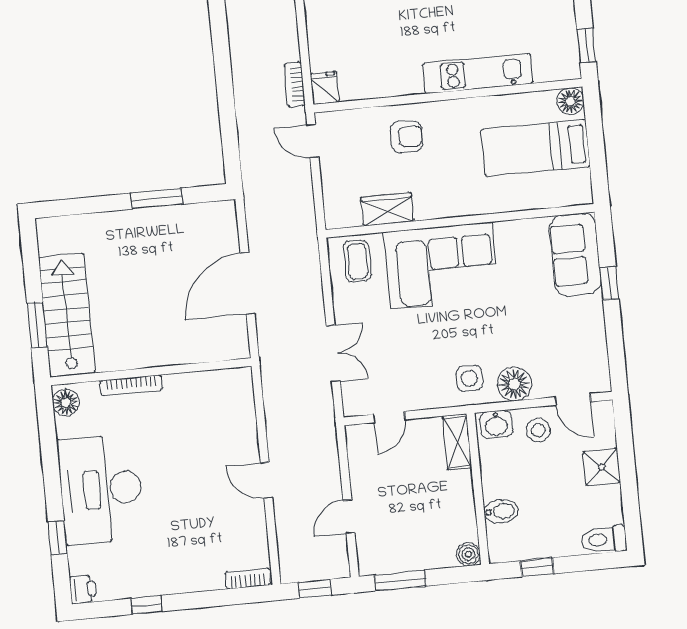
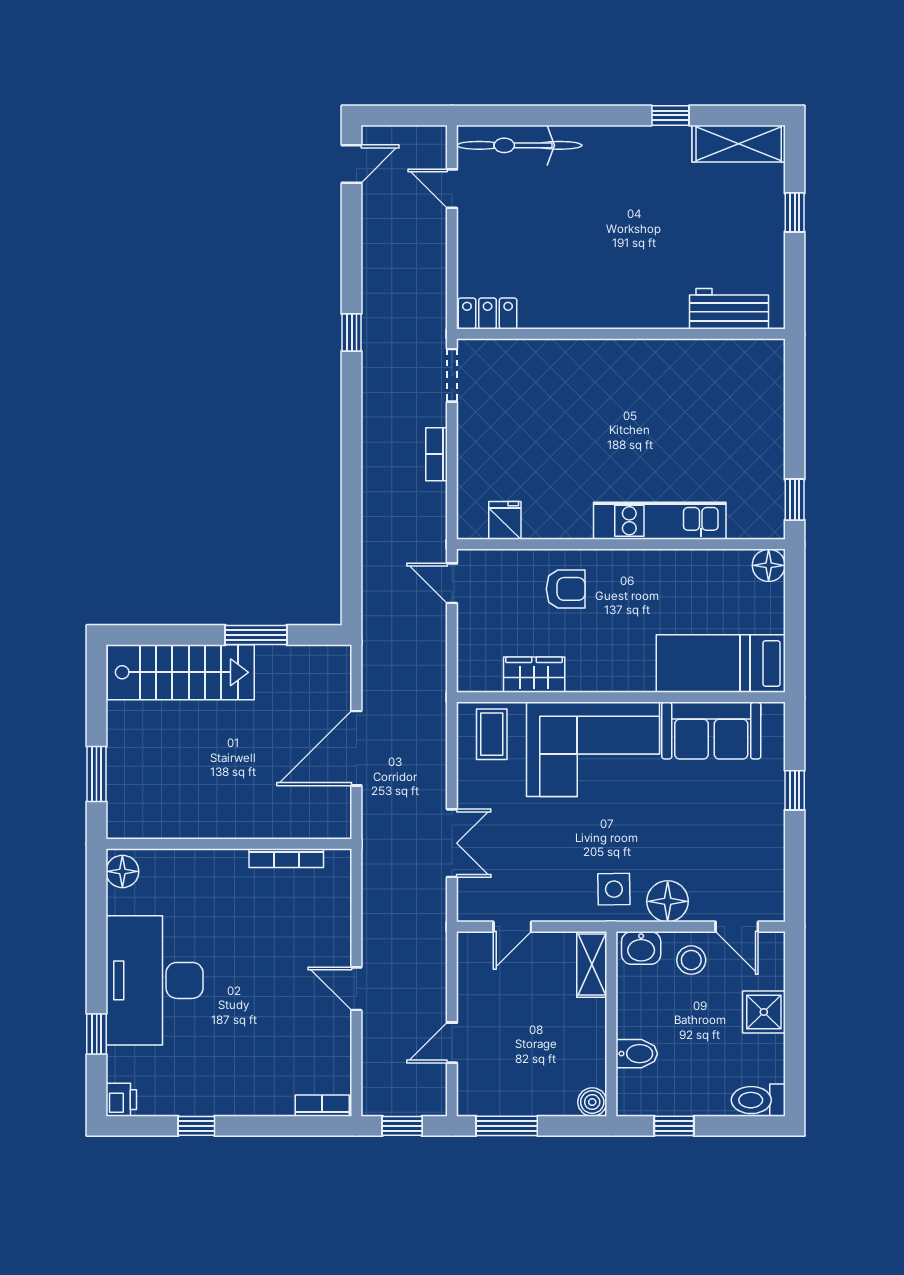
bookcase: (295, 85) -> (437, 454), moved
fridge: (325, 88) -> (505, 520), moved
bed: (535, 148) -> (721, 663), moved
sofa: (575, 255) -> (711, 731), moved, turned -90
stairs: (67, 315) -> (181, 672), moved, turned 90
bookcase: (131, 385) -> (286, 858), moved

